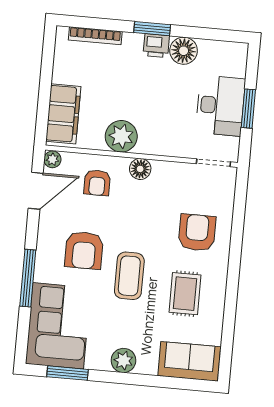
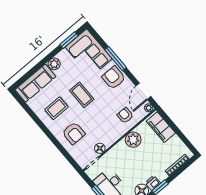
floor lamp: (140, 169) -> (100, 148), moved
armchair: (84, 250) -> (114, 78), moved
rug: (185, 294) -> (56, 108), turned 90
sofa: (189, 361) -> (35, 83), width x1.36

